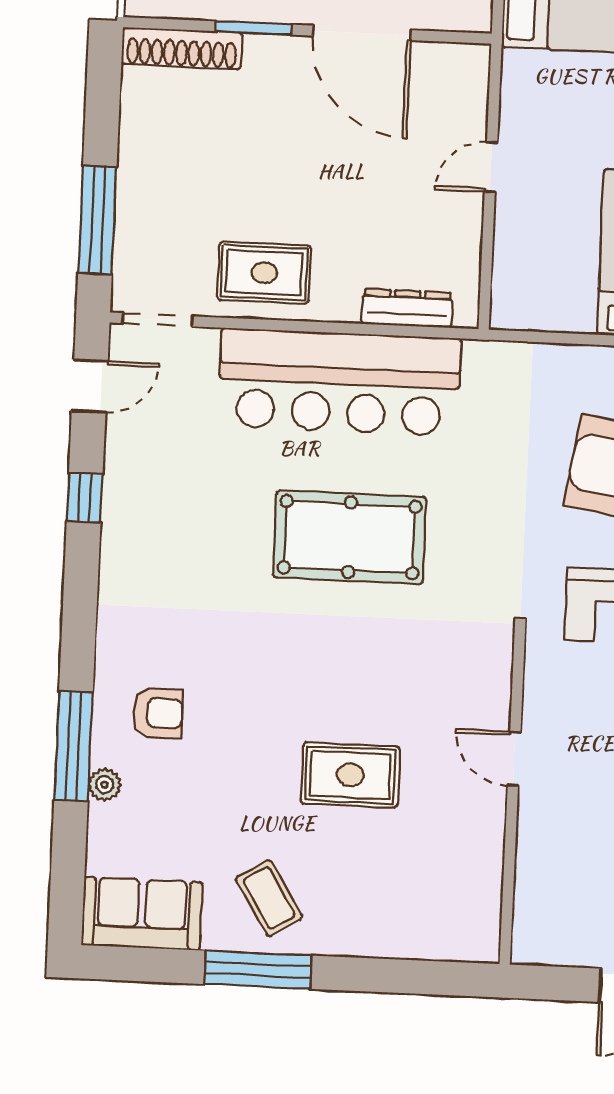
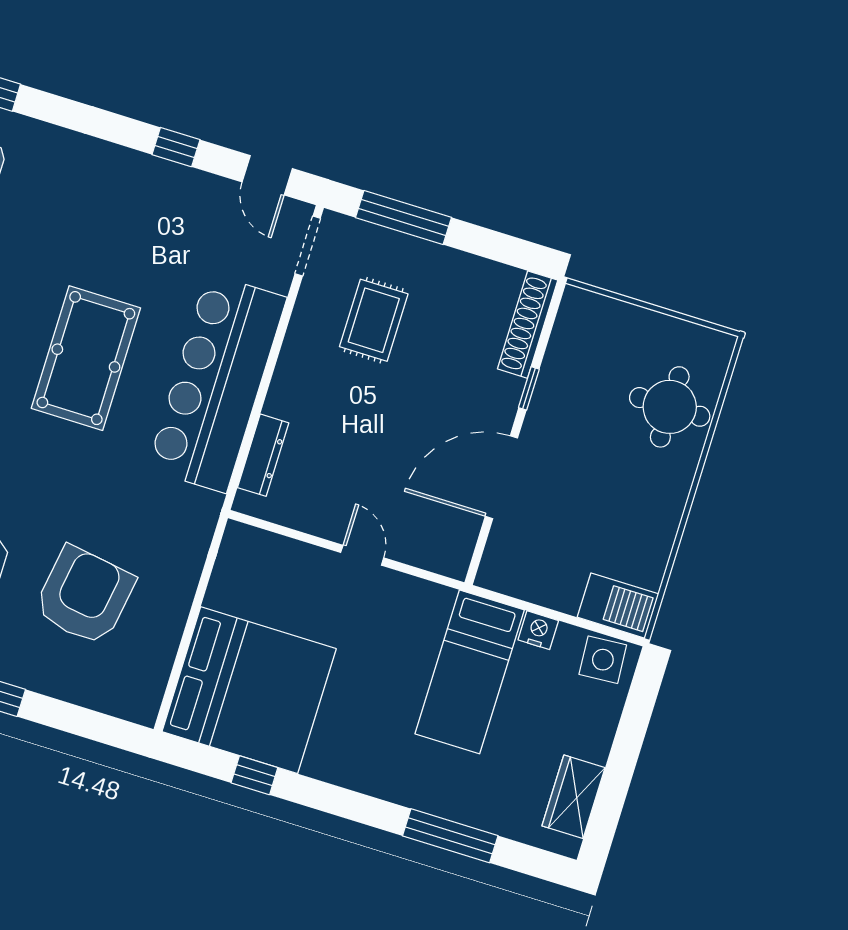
window: (253, 28) -> (529, 388), width x0.67
rug: (264, 273) -> (374, 320), moved

